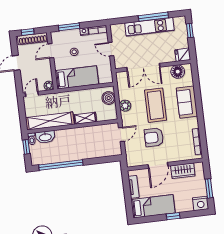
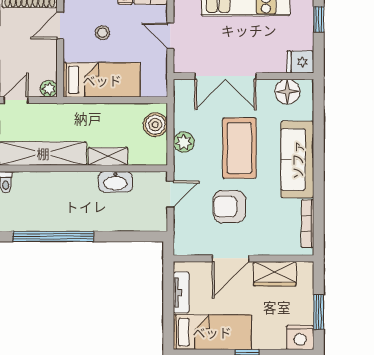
sofa: (187, 102) -> (297, 160), width x1.36
washbasin: (45, 137) -> (115, 182), moved

